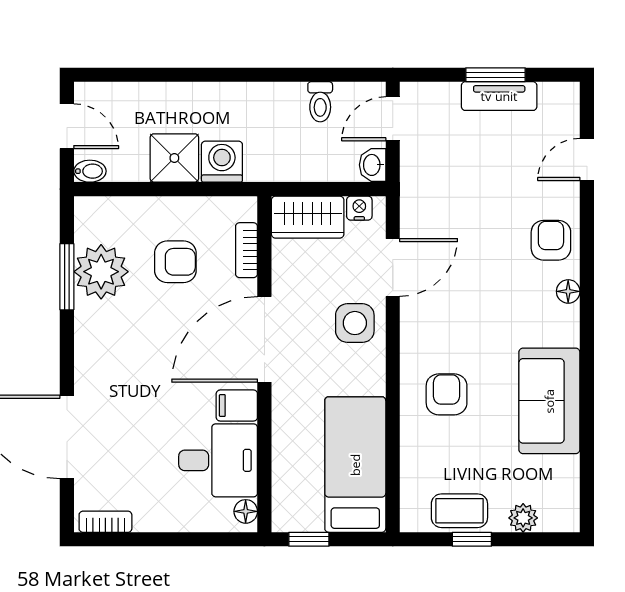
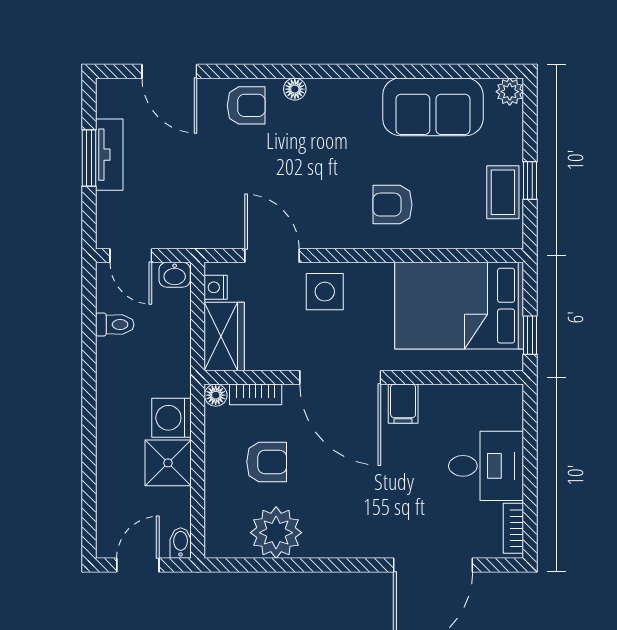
door: (587, 159) -> (169, 71), width x1.38
armchair: (551, 240) -> (246, 105), turned 180
armchair: (175, 262) -> (267, 462), turned 90
window: (67, 277) -> (281, 565), removed
sofa: (549, 401) -> (433, 107), moved
desk: (218, 460) -> (486, 466), moved, turned 90
bed: (355, 465) -> (459, 306), width x1.50
floor lamp: (246, 511) -> (216, 395), moved
plant: (523, 518) -> (510, 92), moved

